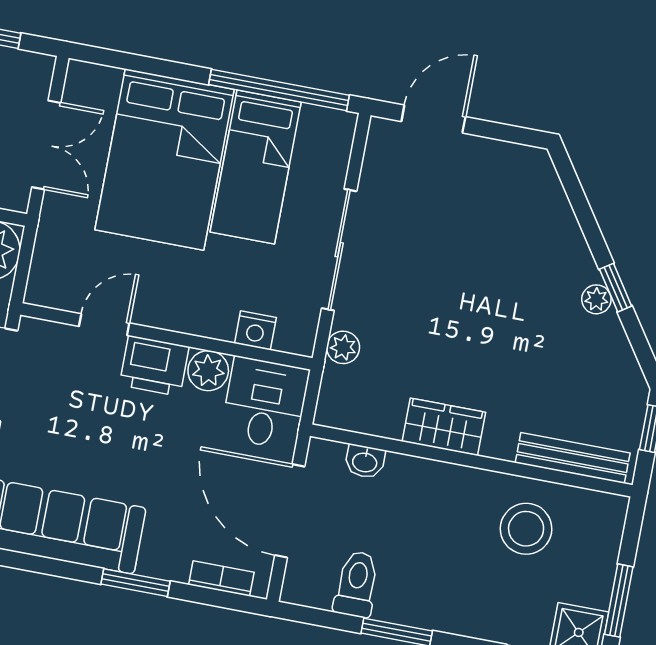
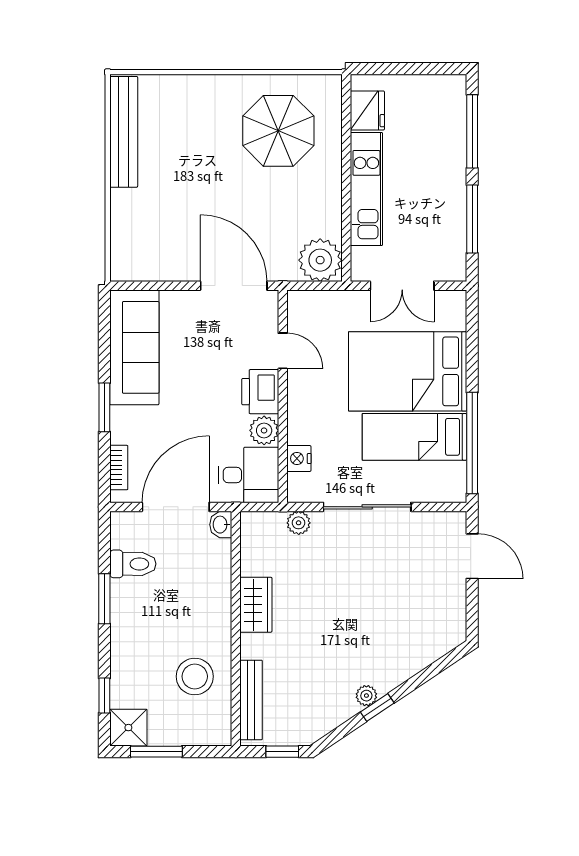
washbasin: (365, 462) -> (221, 525), moved

